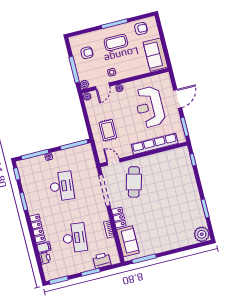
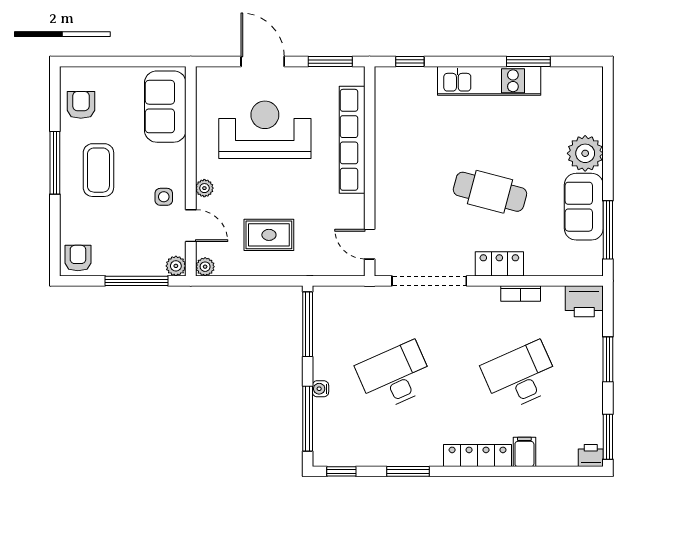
armchair: (87, 53) -> (78, 258), moved
sofa: (155, 55) -> (165, 107), moved, turned 90
reception desk: (150, 107) -> (265, 130), turned 180
rug: (108, 130) -> (269, 235), moved
door: (113, 162) -> (370, 244), hinge flipped
cafe table: (134, 182) -> (490, 192), moved
desk: (62, 186) -> (395, 376), turned -30
kitchen unit: (193, 194) -> (489, 81), added
plant: (202, 234) -> (585, 153), moved
desk: (75, 238) -> (520, 376), turned -30
sofa: (128, 241) -> (584, 207), moved, turned -90
printer: (45, 258) -> (591, 455), moved
printer: (102, 260) -> (584, 301), moved, turned -90

